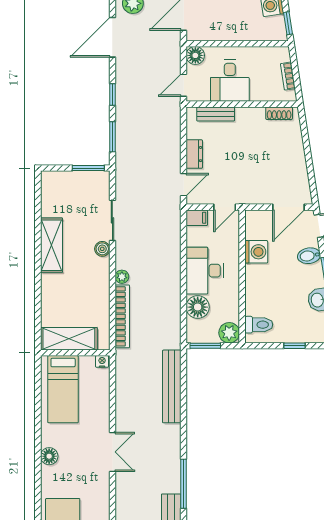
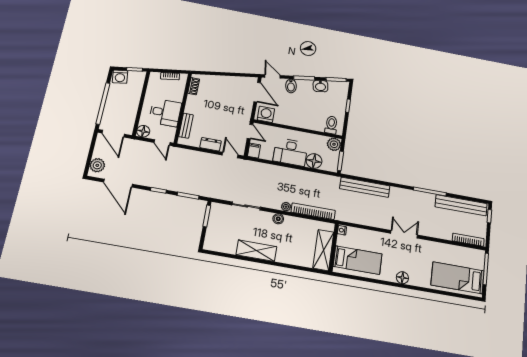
boiler: (102, 249) -> (278, 219), moved
washing machine: (256, 252) -> (266, 114), moved

